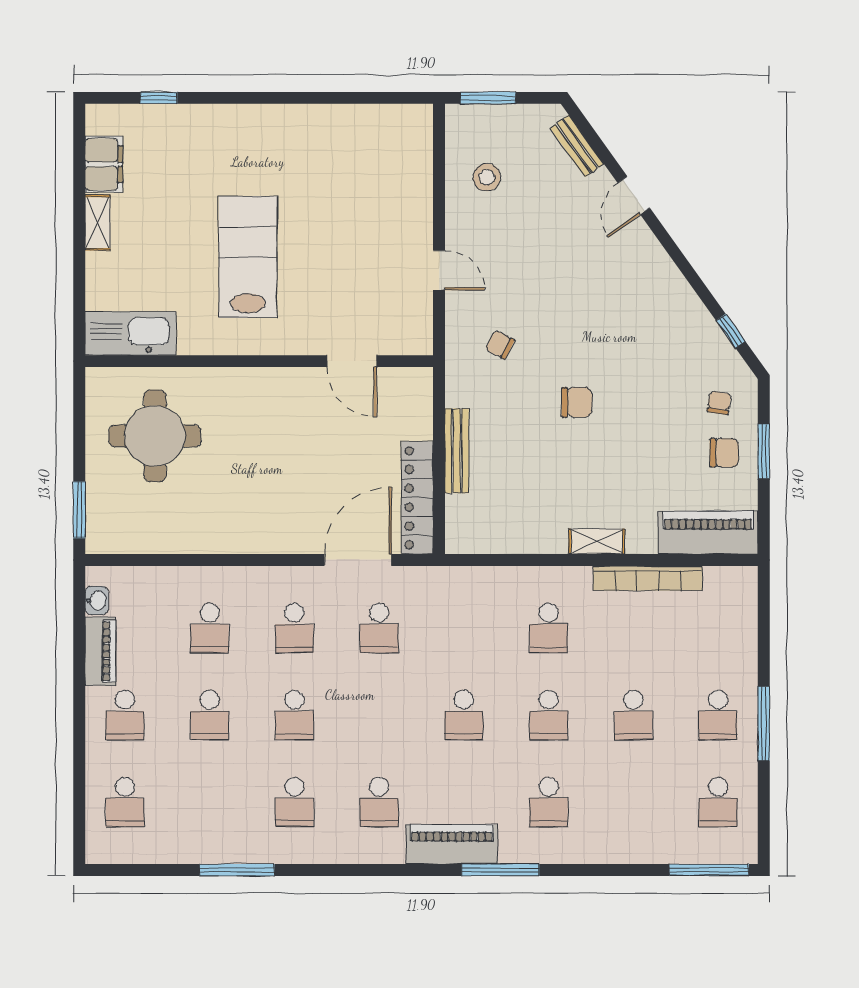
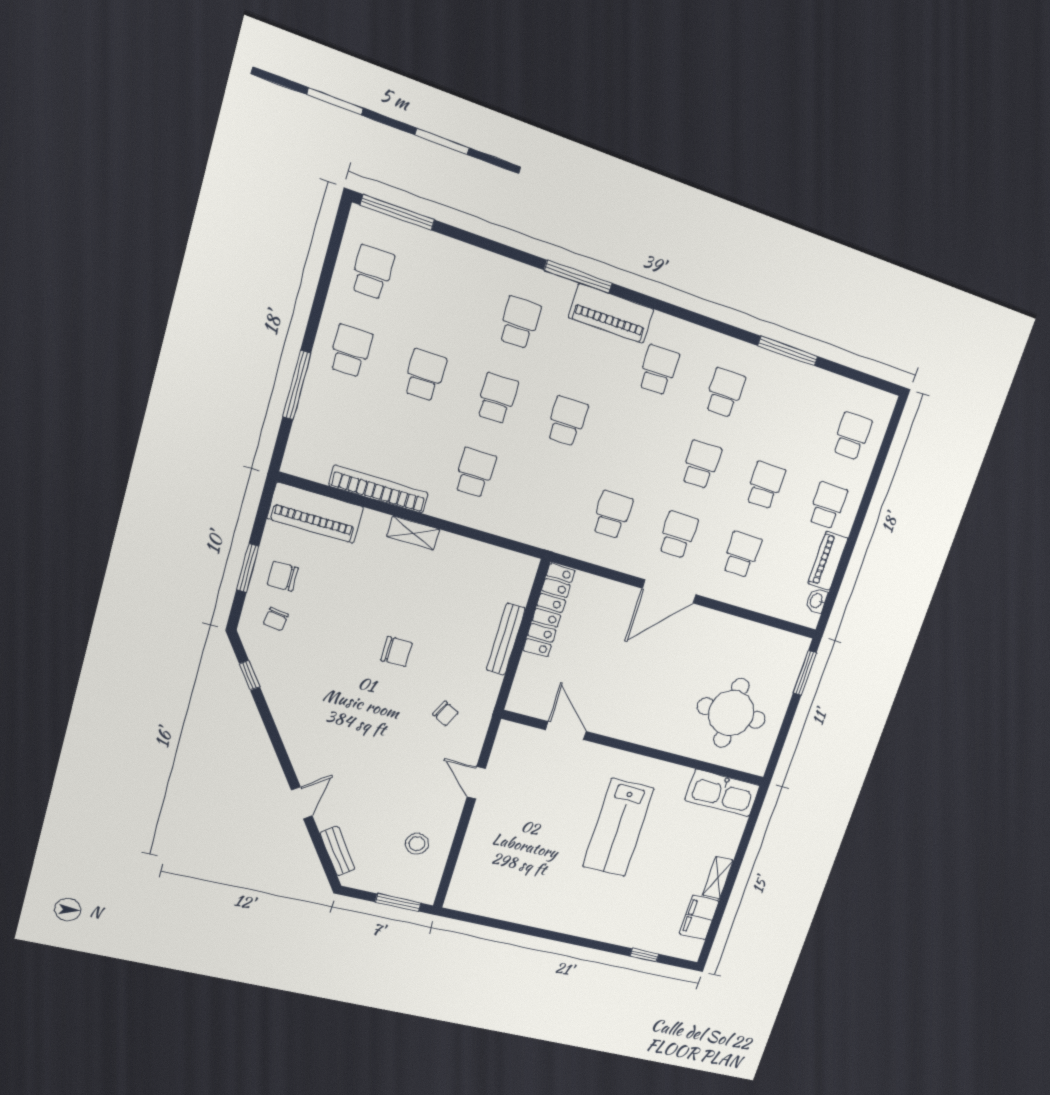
chair: (577, 402) -> (397, 652), turned 180
door: (358, 560) -> (669, 591), moved
window: (764, 724) -> (297, 385), moved

